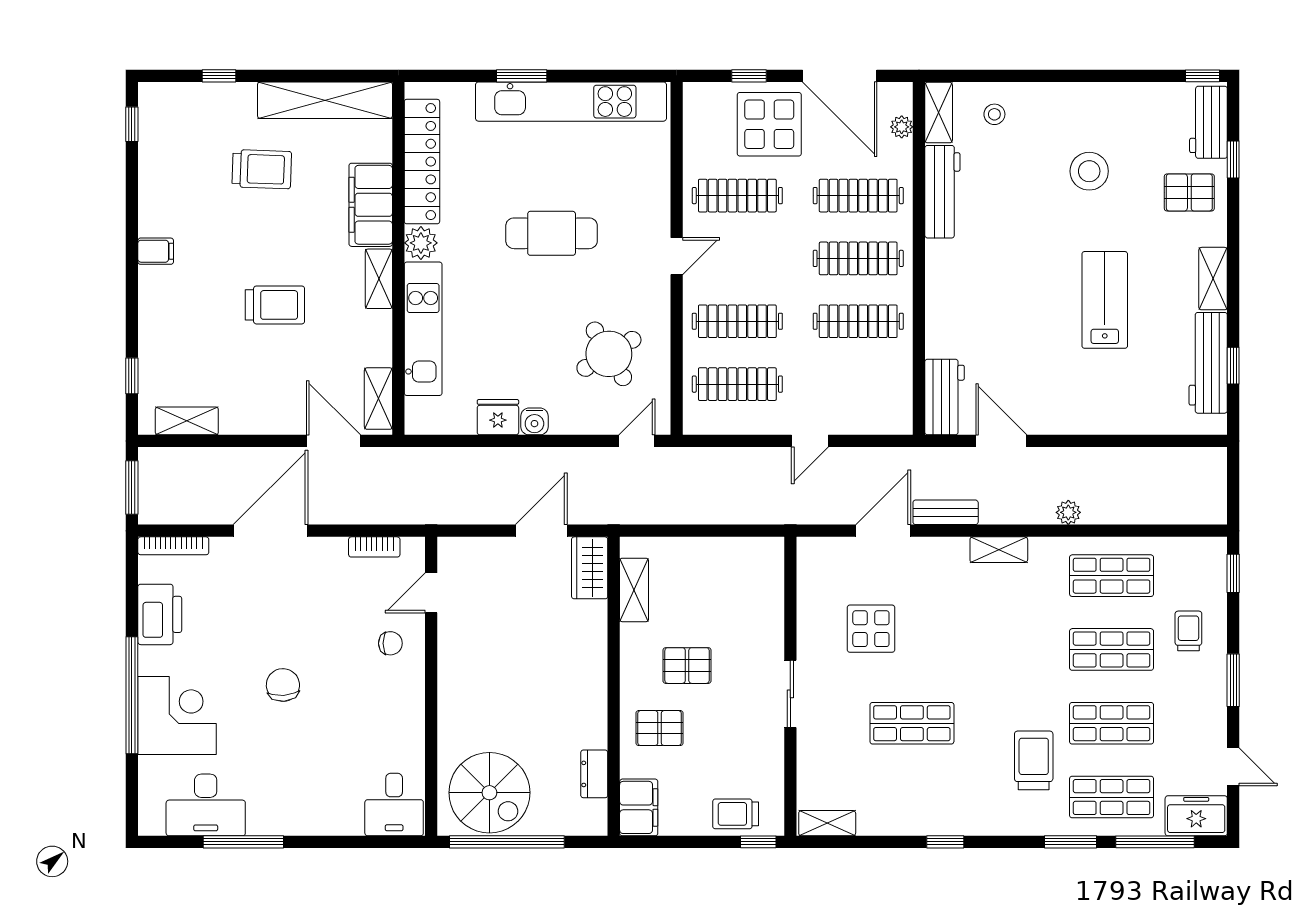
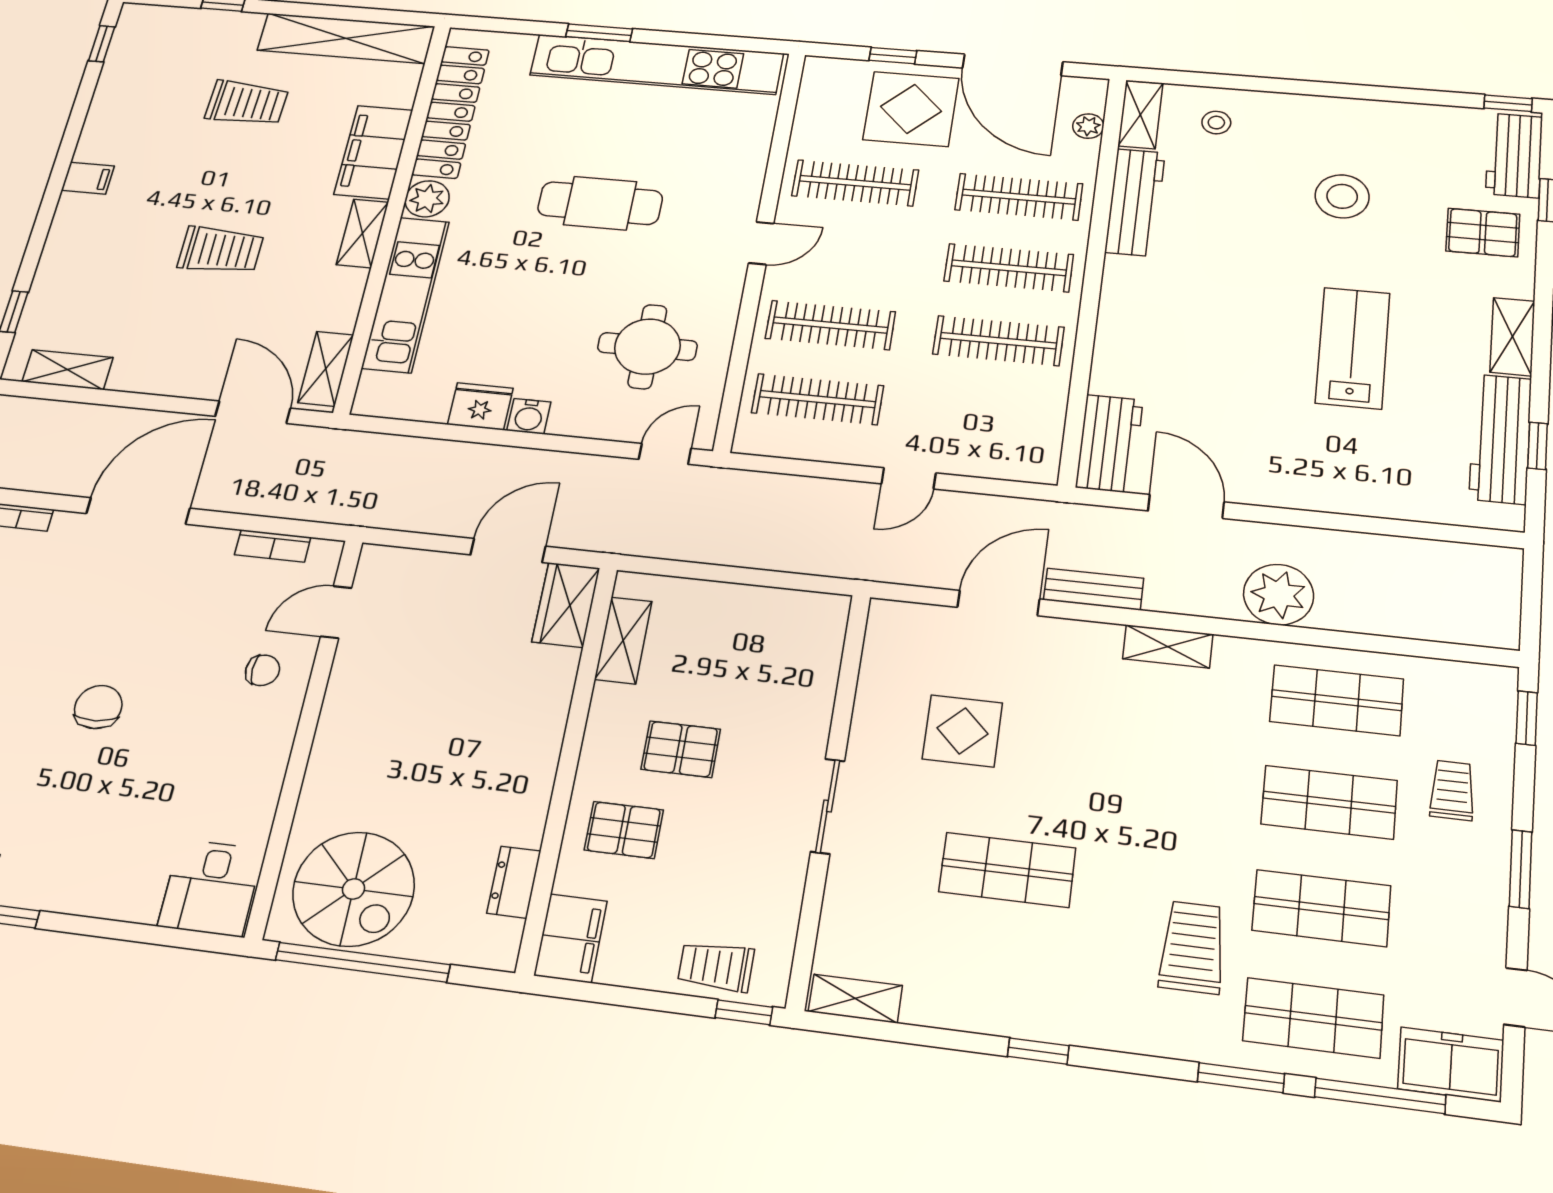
round table: (609, 354) -> (647, 347), turned 31
plant: (1068, 512) -> (1279, 595), width x1.88, depth x1.88

